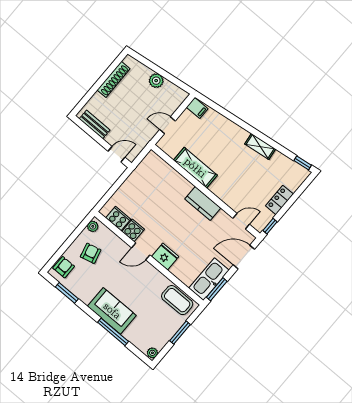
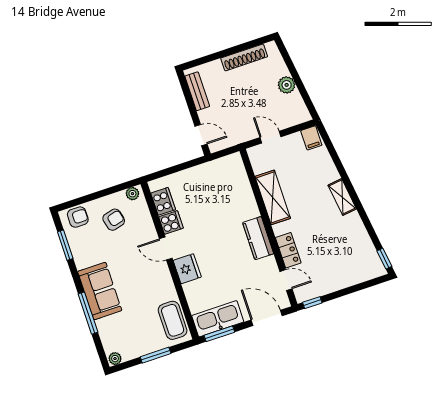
shelving: (260, 146) -> (342, 197), moved
locker: (279, 200) -> (288, 250), moved, turned 90

